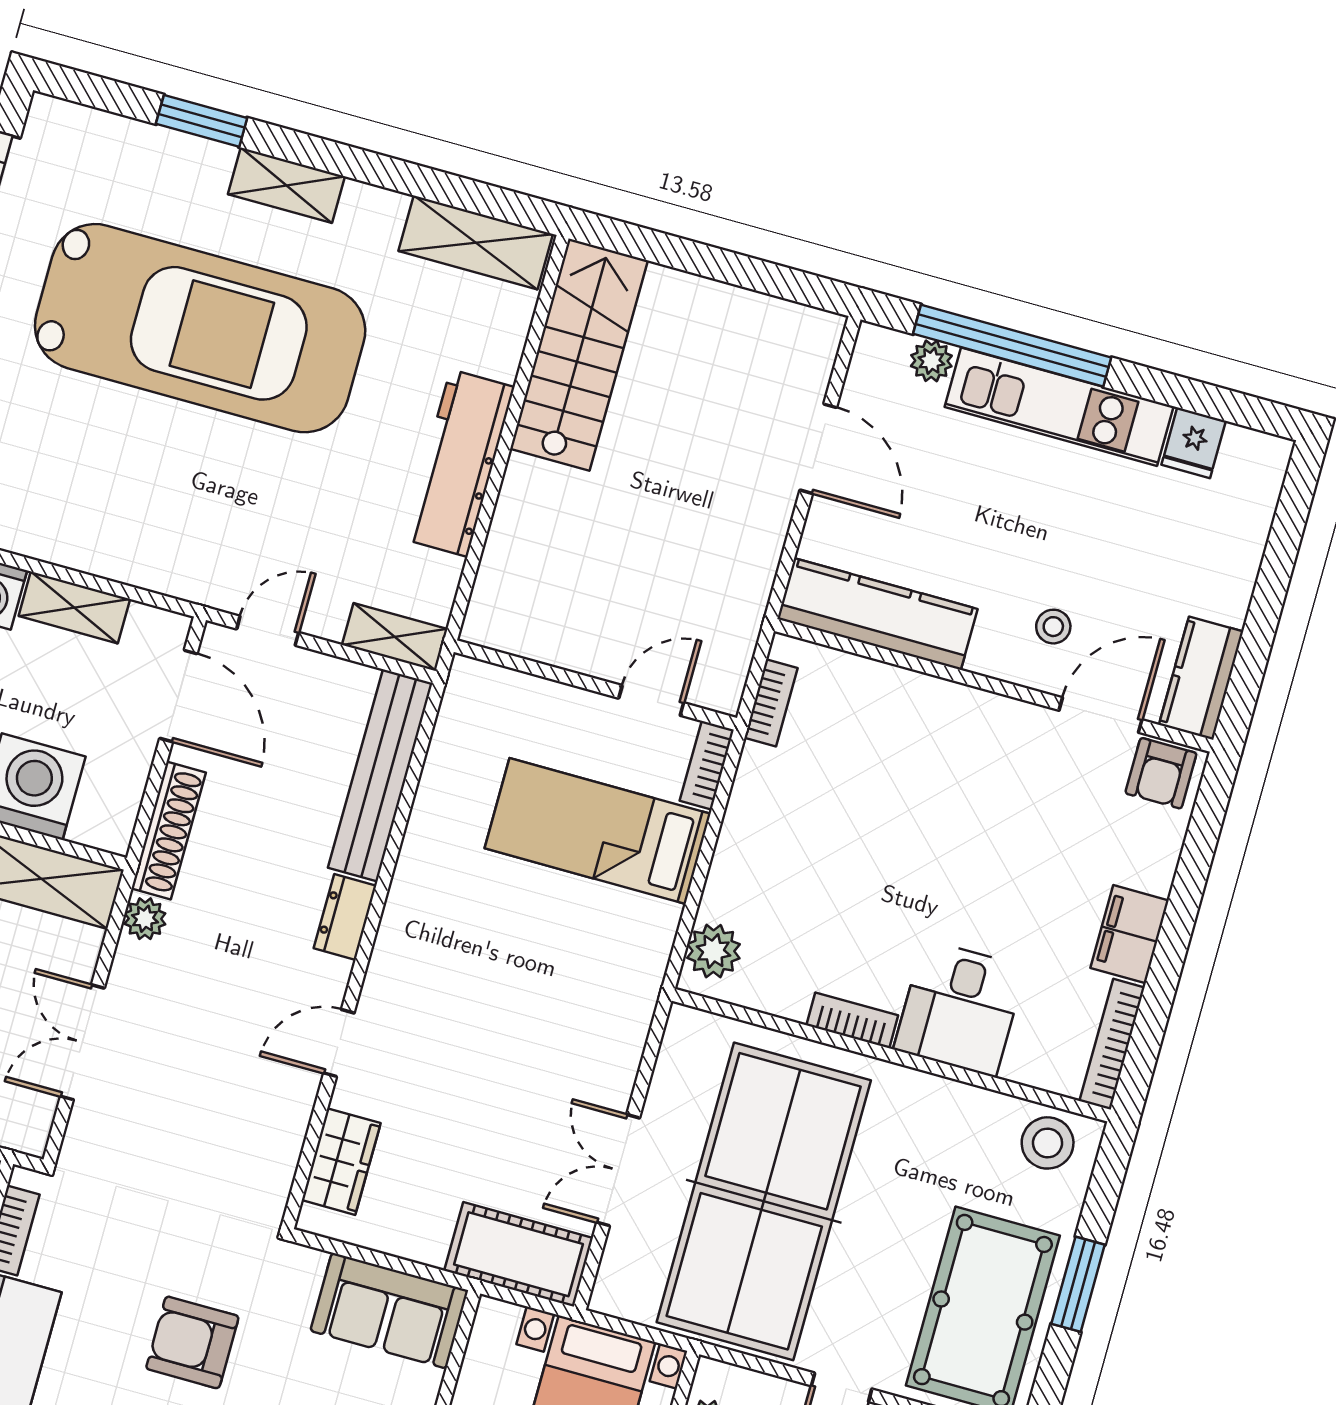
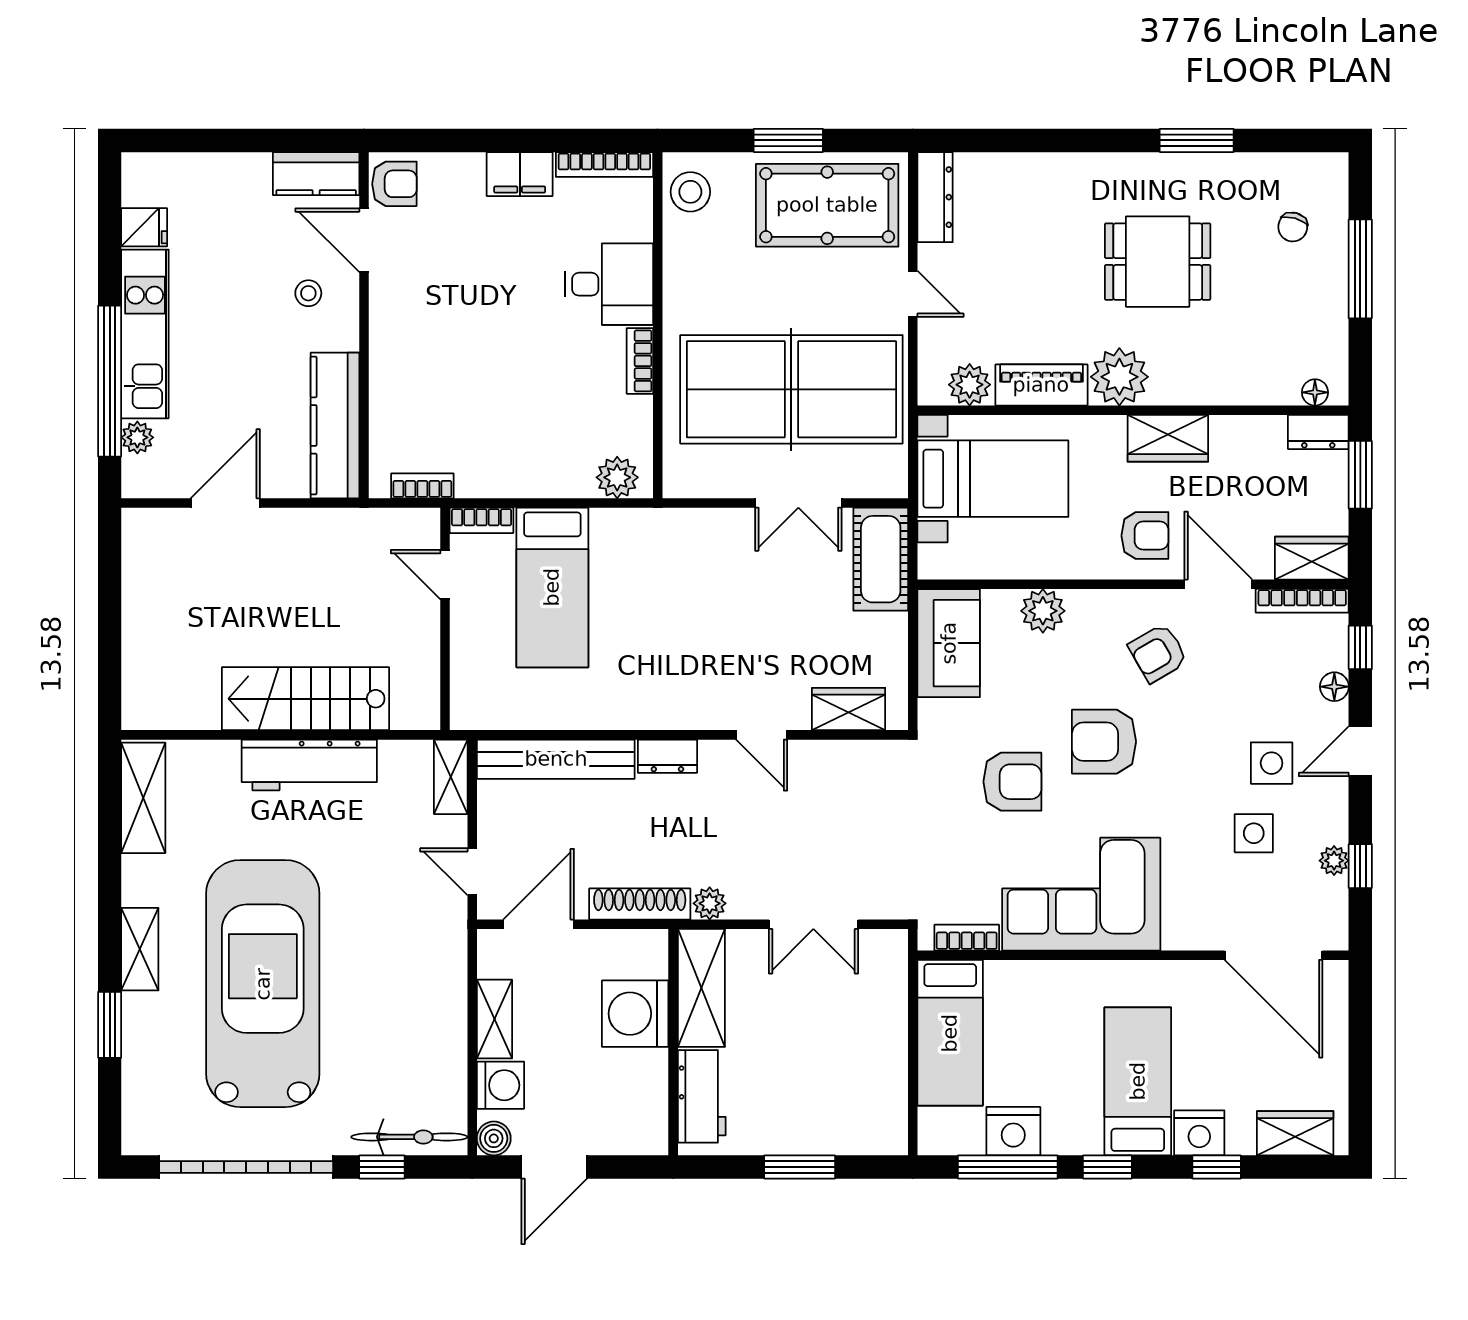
stairs: (579, 355) -> (305, 699), moved
armchair: (192, 1342) -> (1012, 782), turned -90

